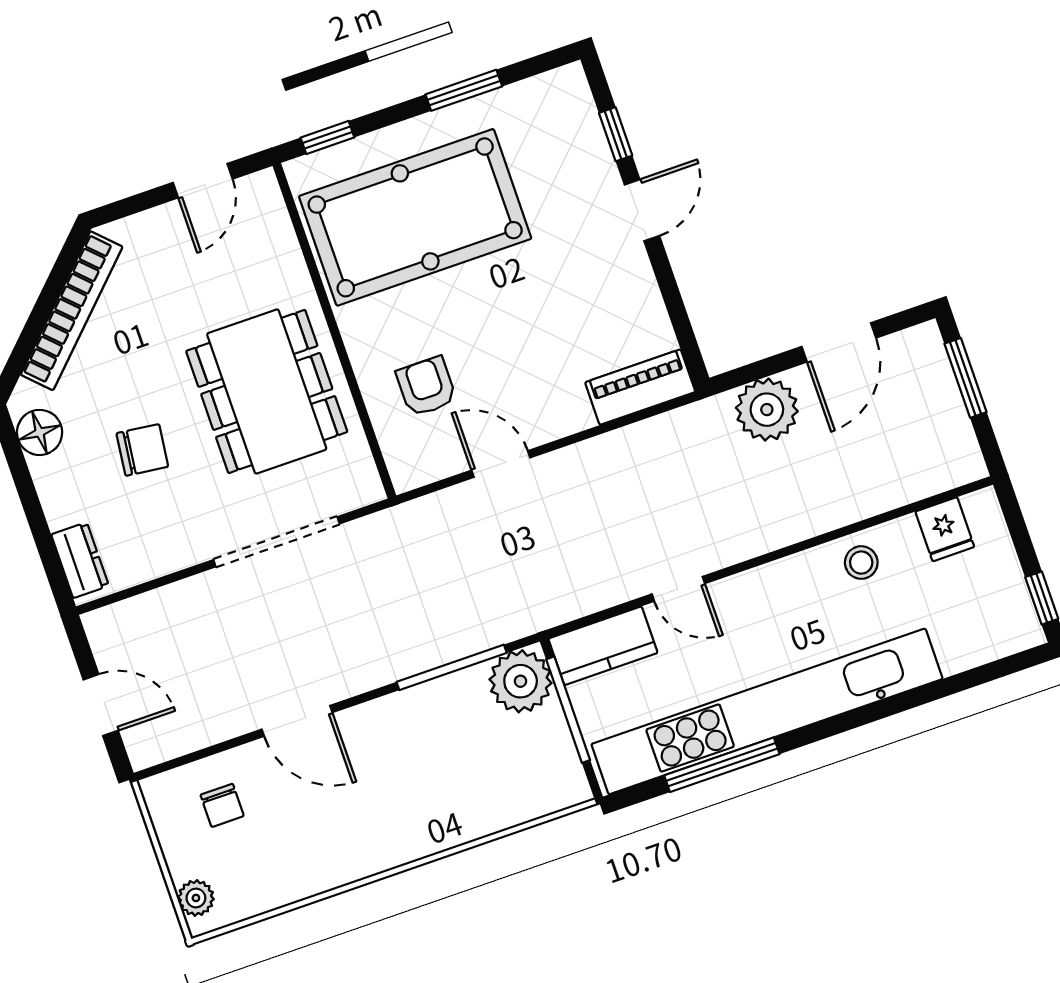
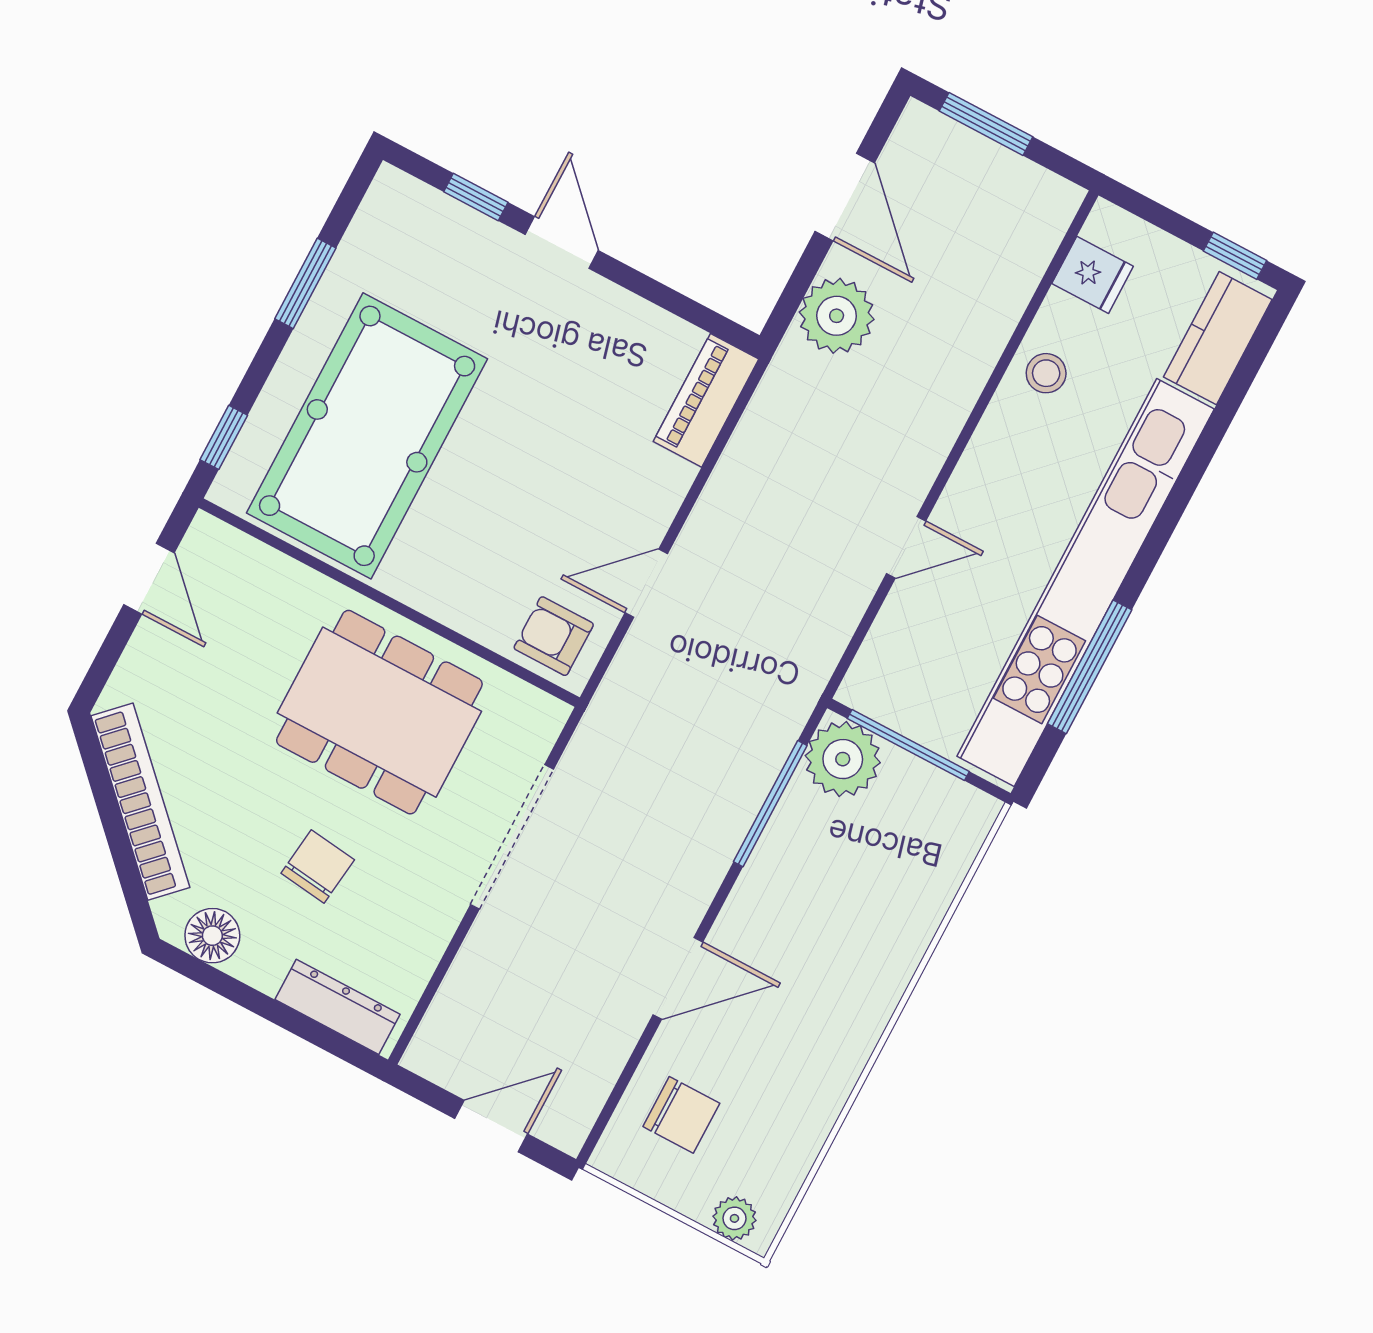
armchair: (426, 386) -> (554, 636), moved
dresser: (80, 560) -> (338, 1007), width x1.44
kitchen counter: (603, 646) -> (1218, 338), moved, turned 180
chair: (222, 805) -> (681, 1115), width x1.37, depth x1.37

